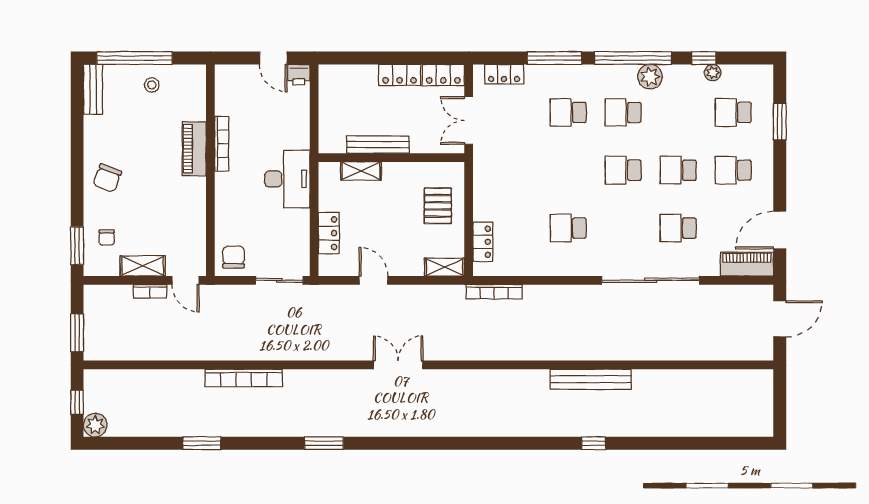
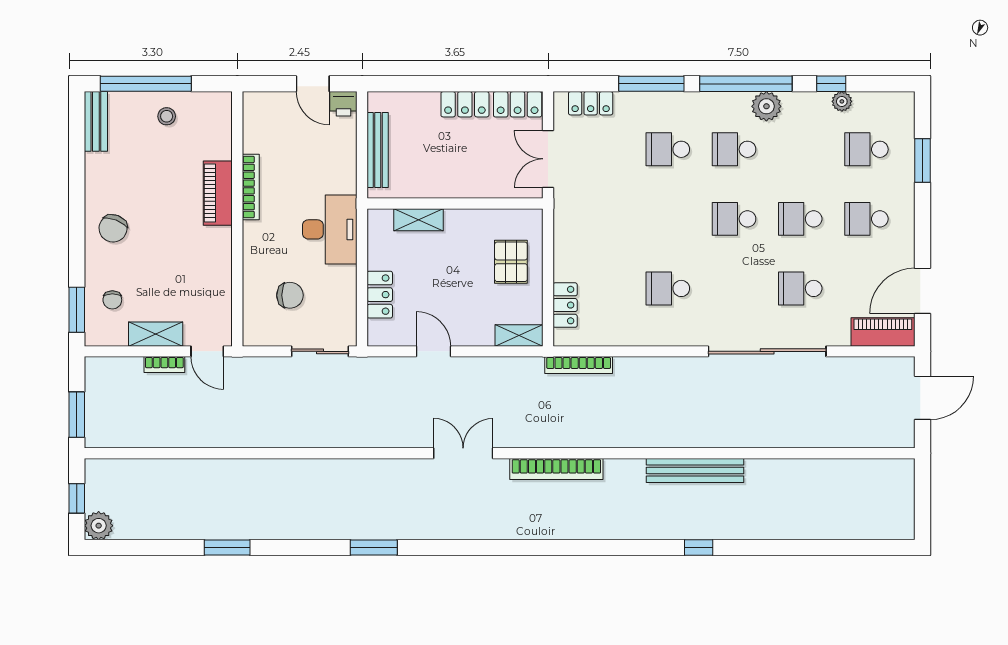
bench: (378, 145) -> (378, 150), moved, turned 90
chair: (234, 257) -> (290, 295), moved, turned 90
bookcase: (244, 378) -> (556, 469), moved

